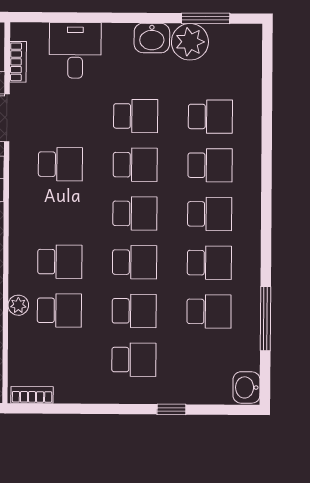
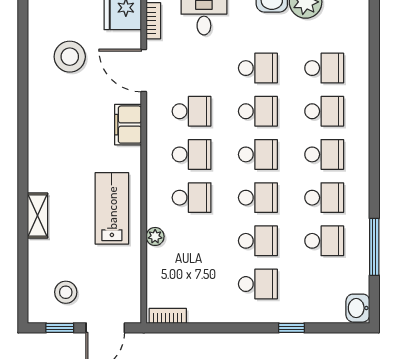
school desk: (59, 310) -> (192, 154), moved

